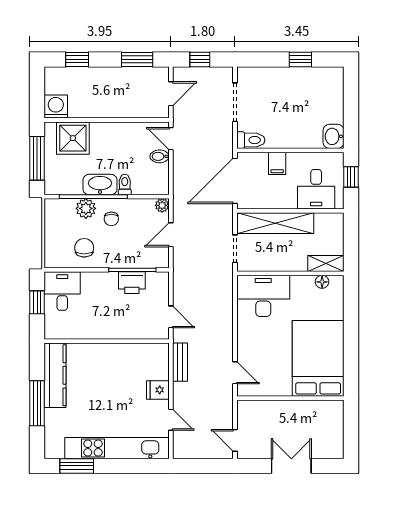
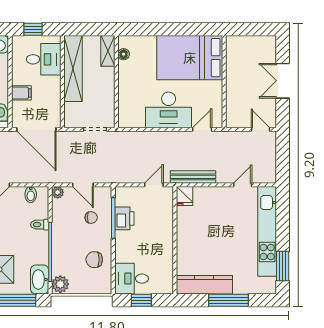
bidet: (160, 156) -> (31, 195), moved
washbasin: (100, 185) -> (40, 280), moved
plant: (86, 208) -> (60, 284), moved
chair: (111, 219) -> (91, 217), moved
shelving: (275, 223) -> (73, 69), moved
desk: (263, 296) -> (169, 110), moved, turned -90
bench: (180, 362) -> (193, 177), width x1.36
fridge: (158, 390) -> (184, 196), moved
door: (235, 440) -> (261, 129), swing flipped

